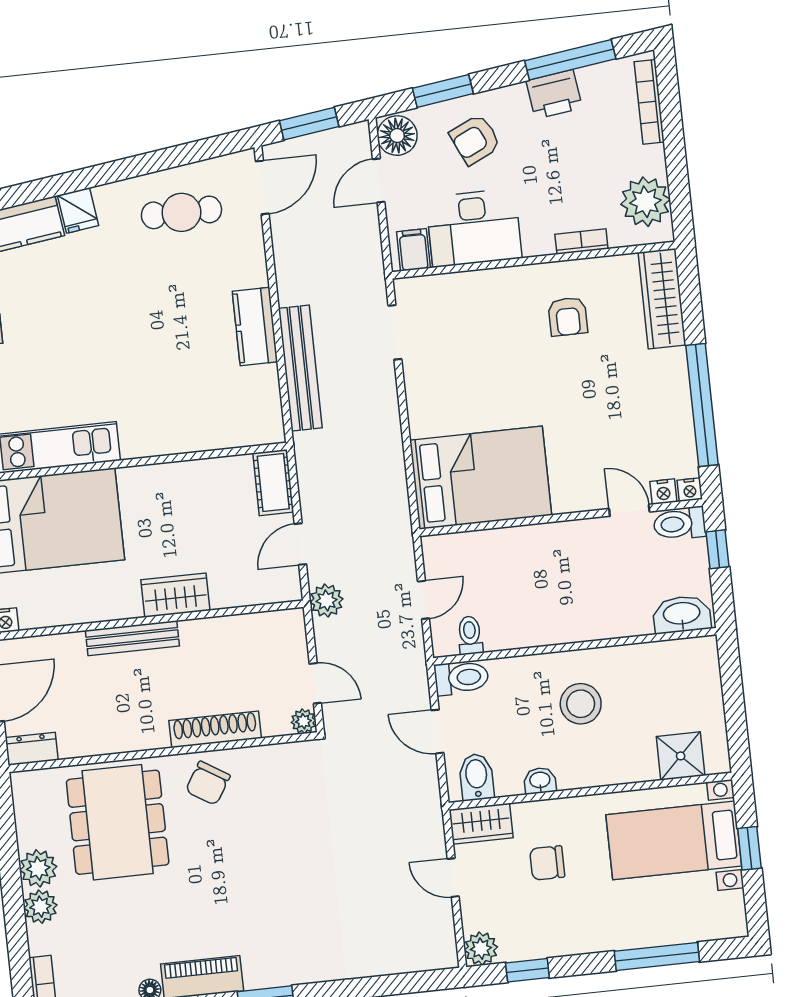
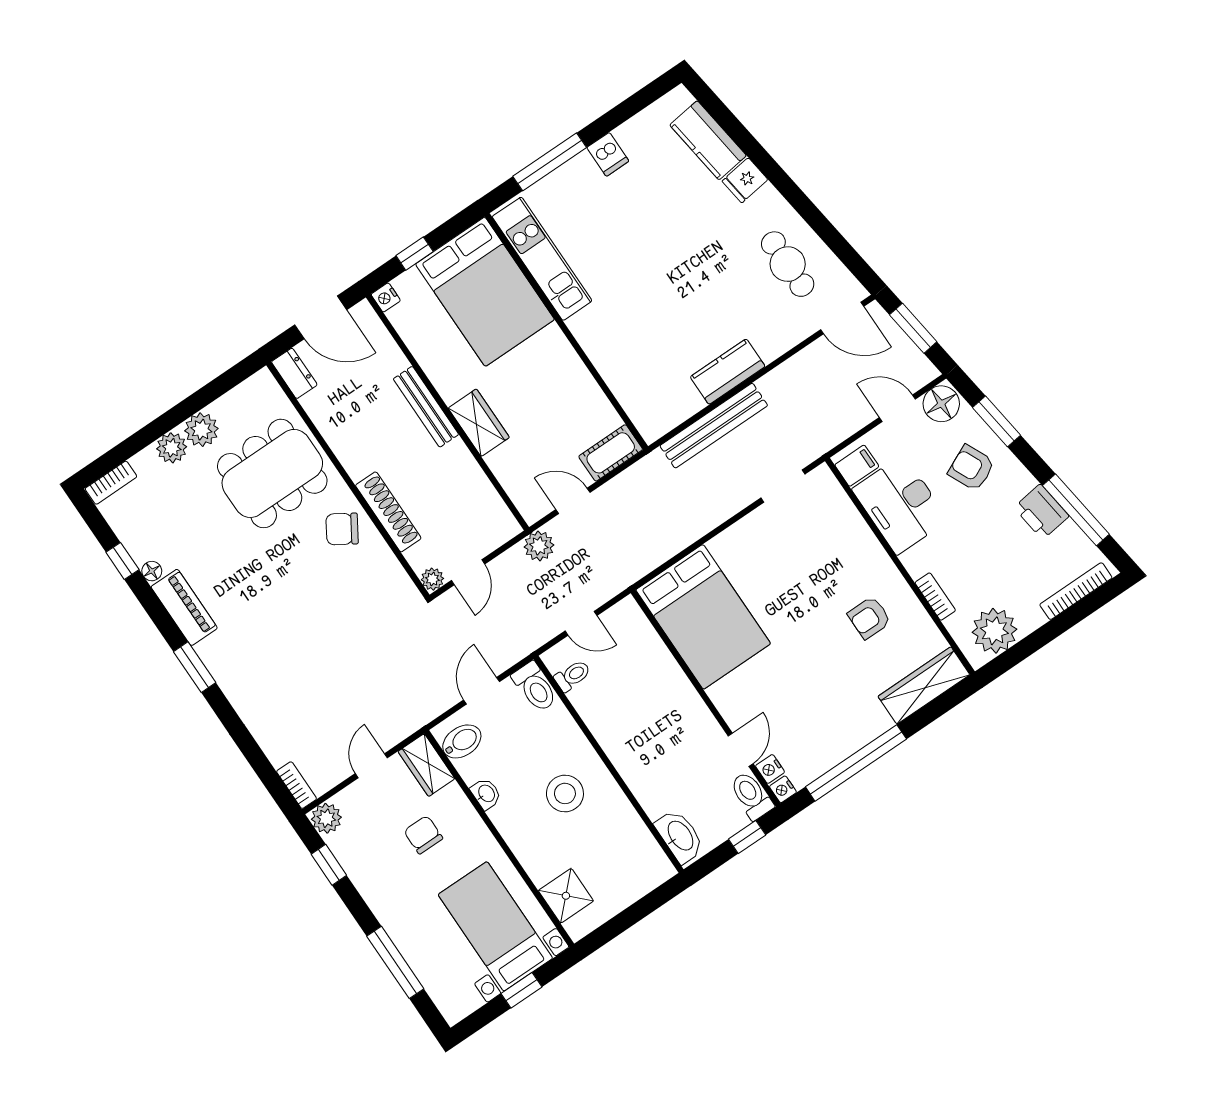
bookcase: (433, 960) -> (297, 785), added

